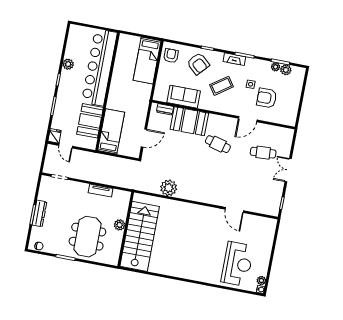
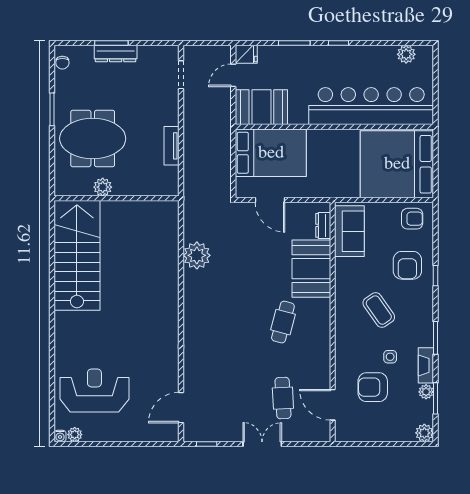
fireplace: (234, 59) -> (426, 365), moved
bed: (147, 61) -> (397, 164), width x2.04
plant: (68, 64) -> (406, 54), moved
armchair: (198, 64) -> (407, 265), turned -42
plant: (286, 70) -> (424, 433), moved
sofa: (184, 97) -> (349, 231), moved
armchair: (267, 98) -> (373, 387), turned -90
door: (248, 119) -> (333, 405), moved
booth: (90, 121) -> (261, 107), moved
bed: (111, 131) -> (271, 153), width x1.50
door: (234, 210) -> (181, 408), moved
plant: (119, 225) -> (103, 187), moved
stairs: (140, 236) -> (77, 255), moved, turned -90
reception desk: (237, 264) -> (94, 390), turned 180

